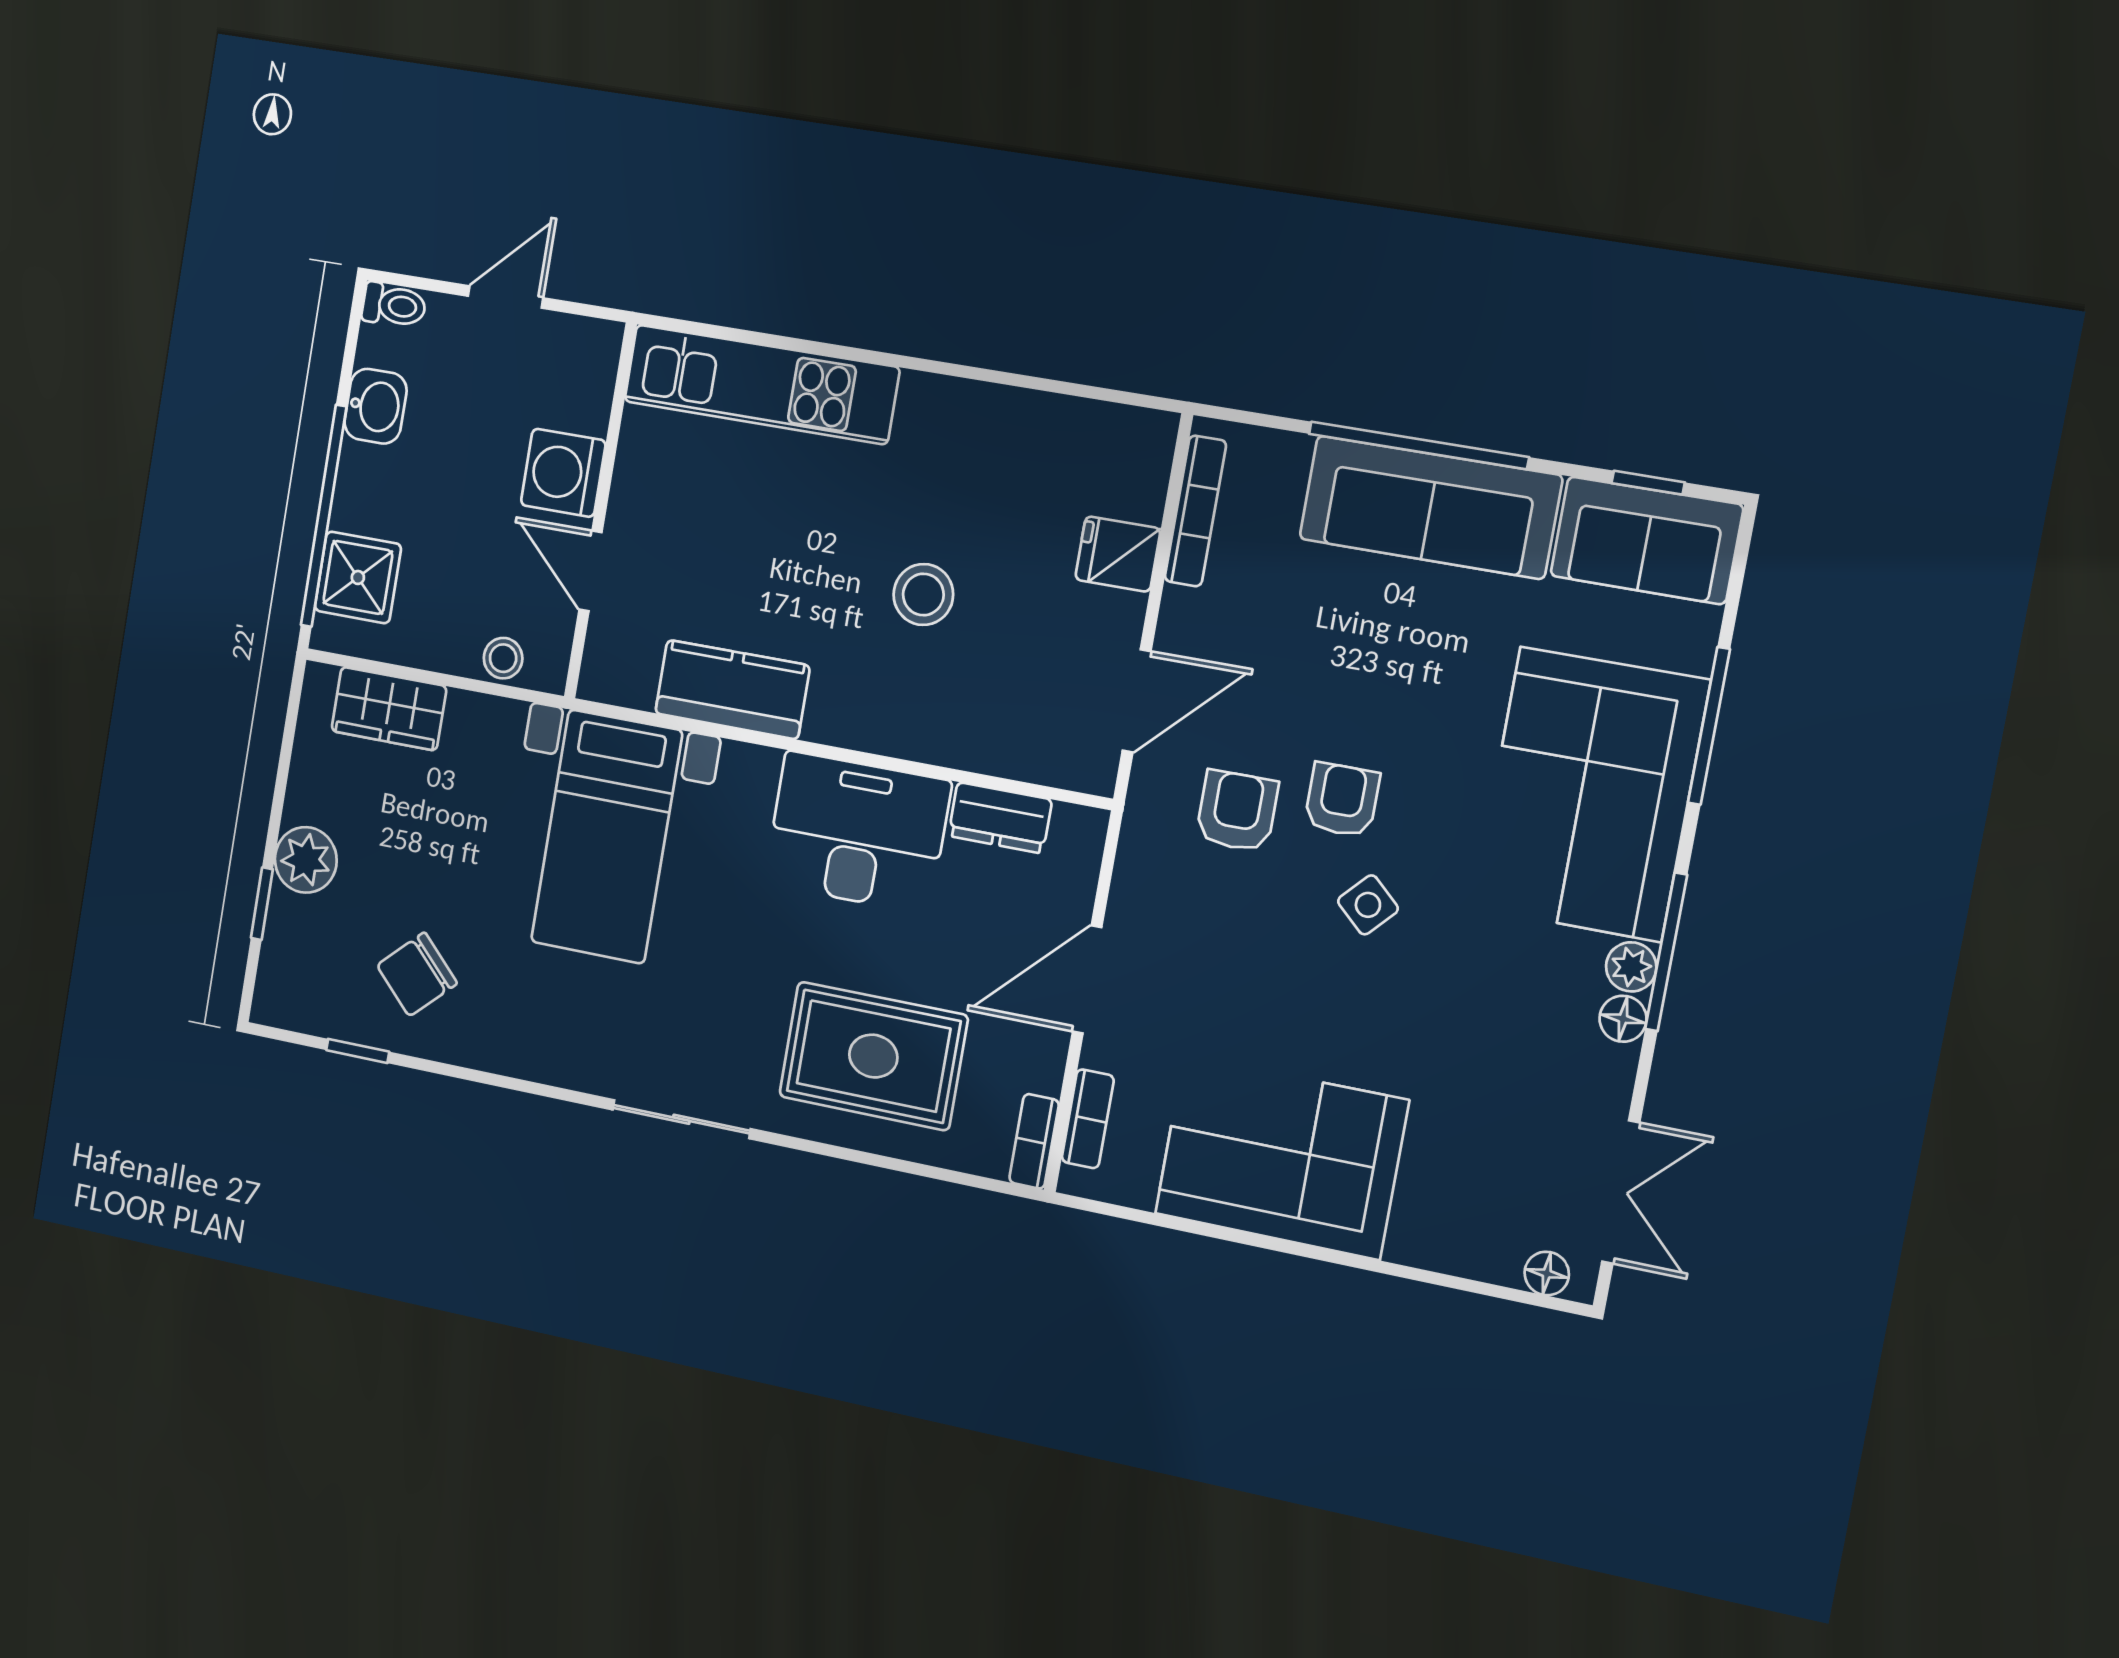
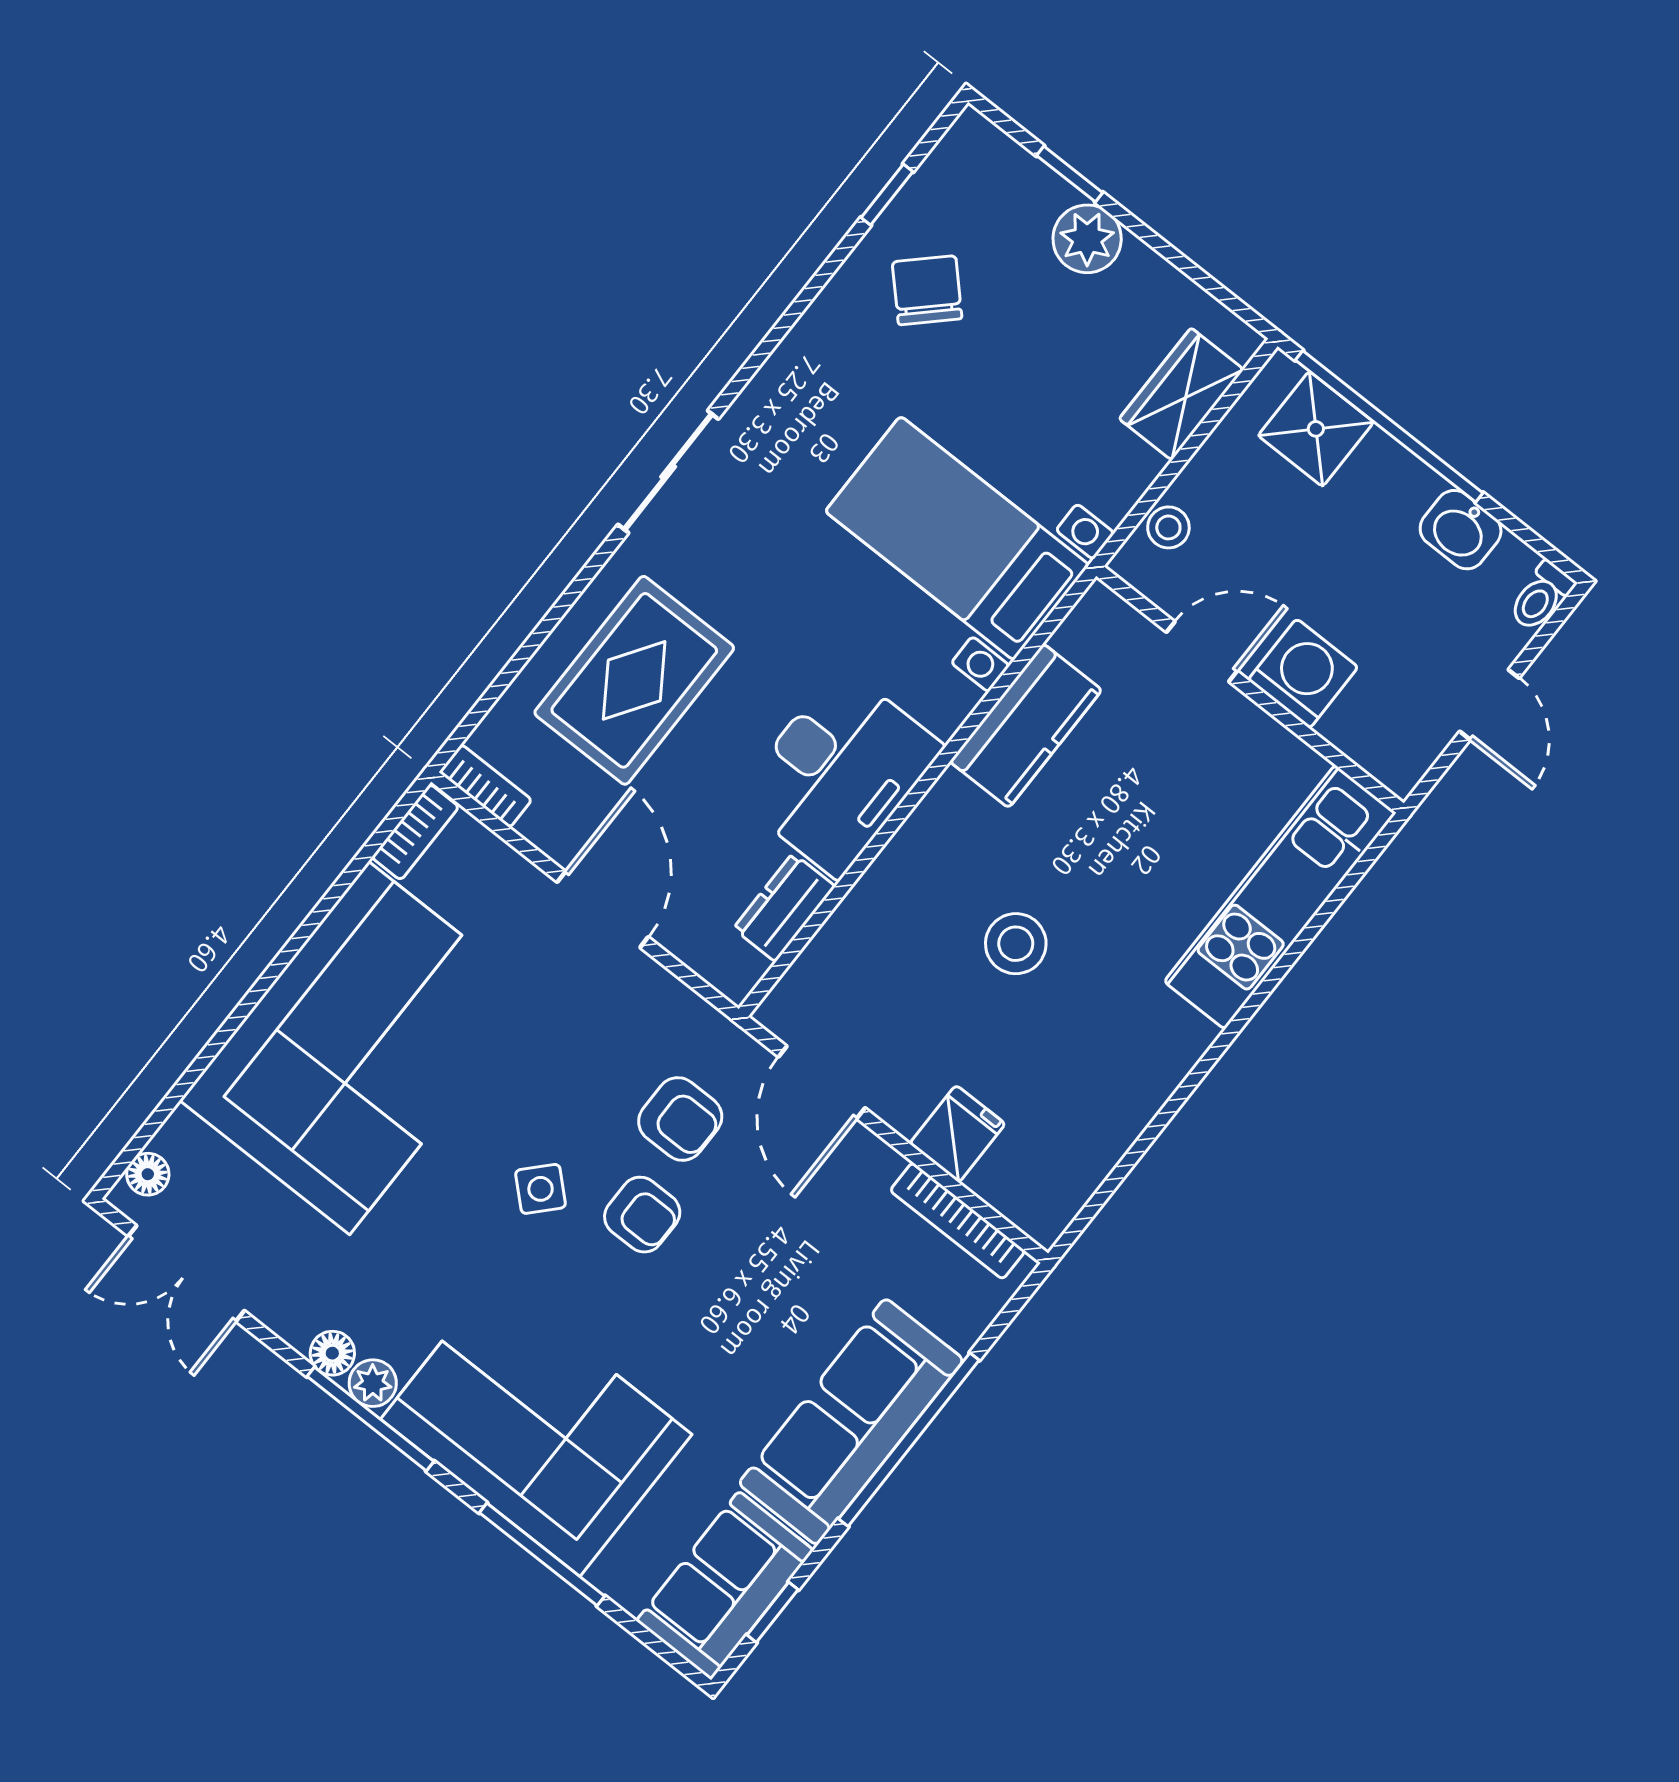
bookcase: (1088, 1119) -> (415, 832), moved, turned -90
corner sofa: (1281, 1157) -> (359, 1048), width x1.36, depth x1.36

